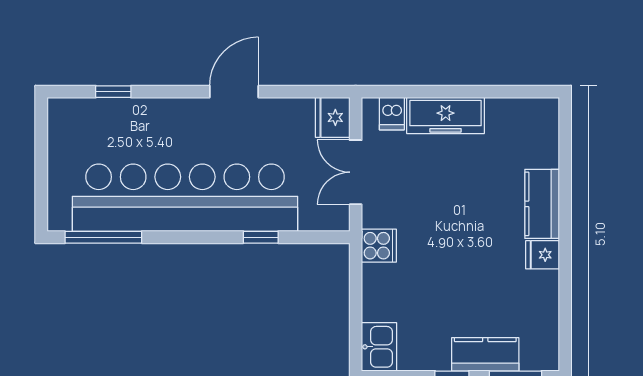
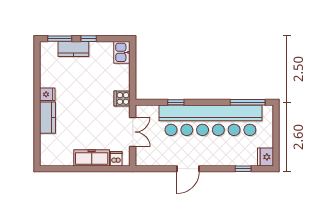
fridge: (333, 117) -> (266, 157), moved, turned 180

